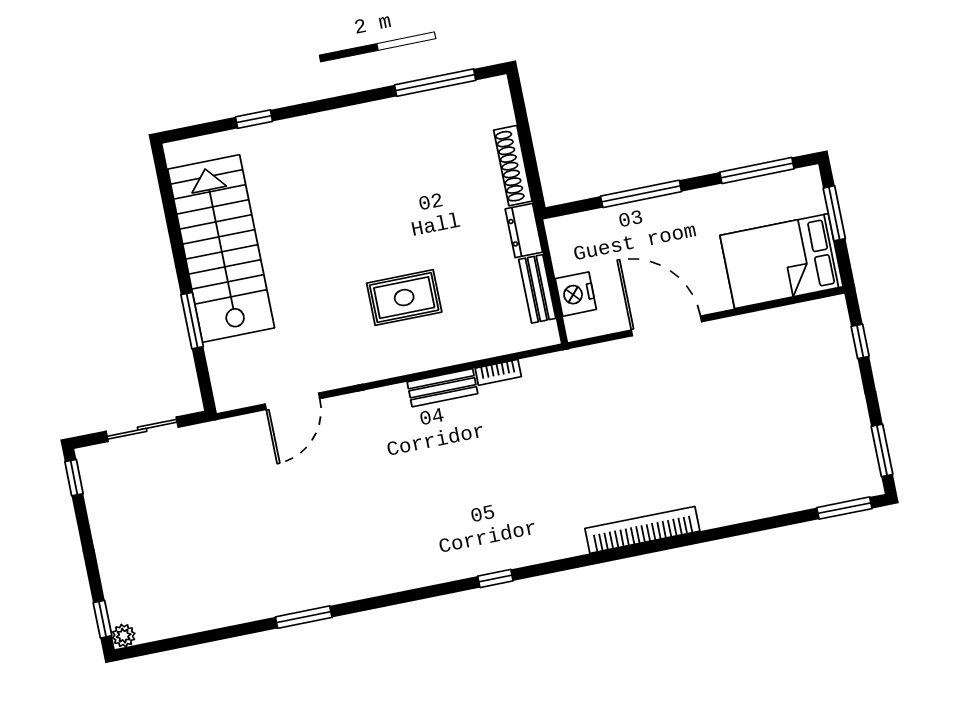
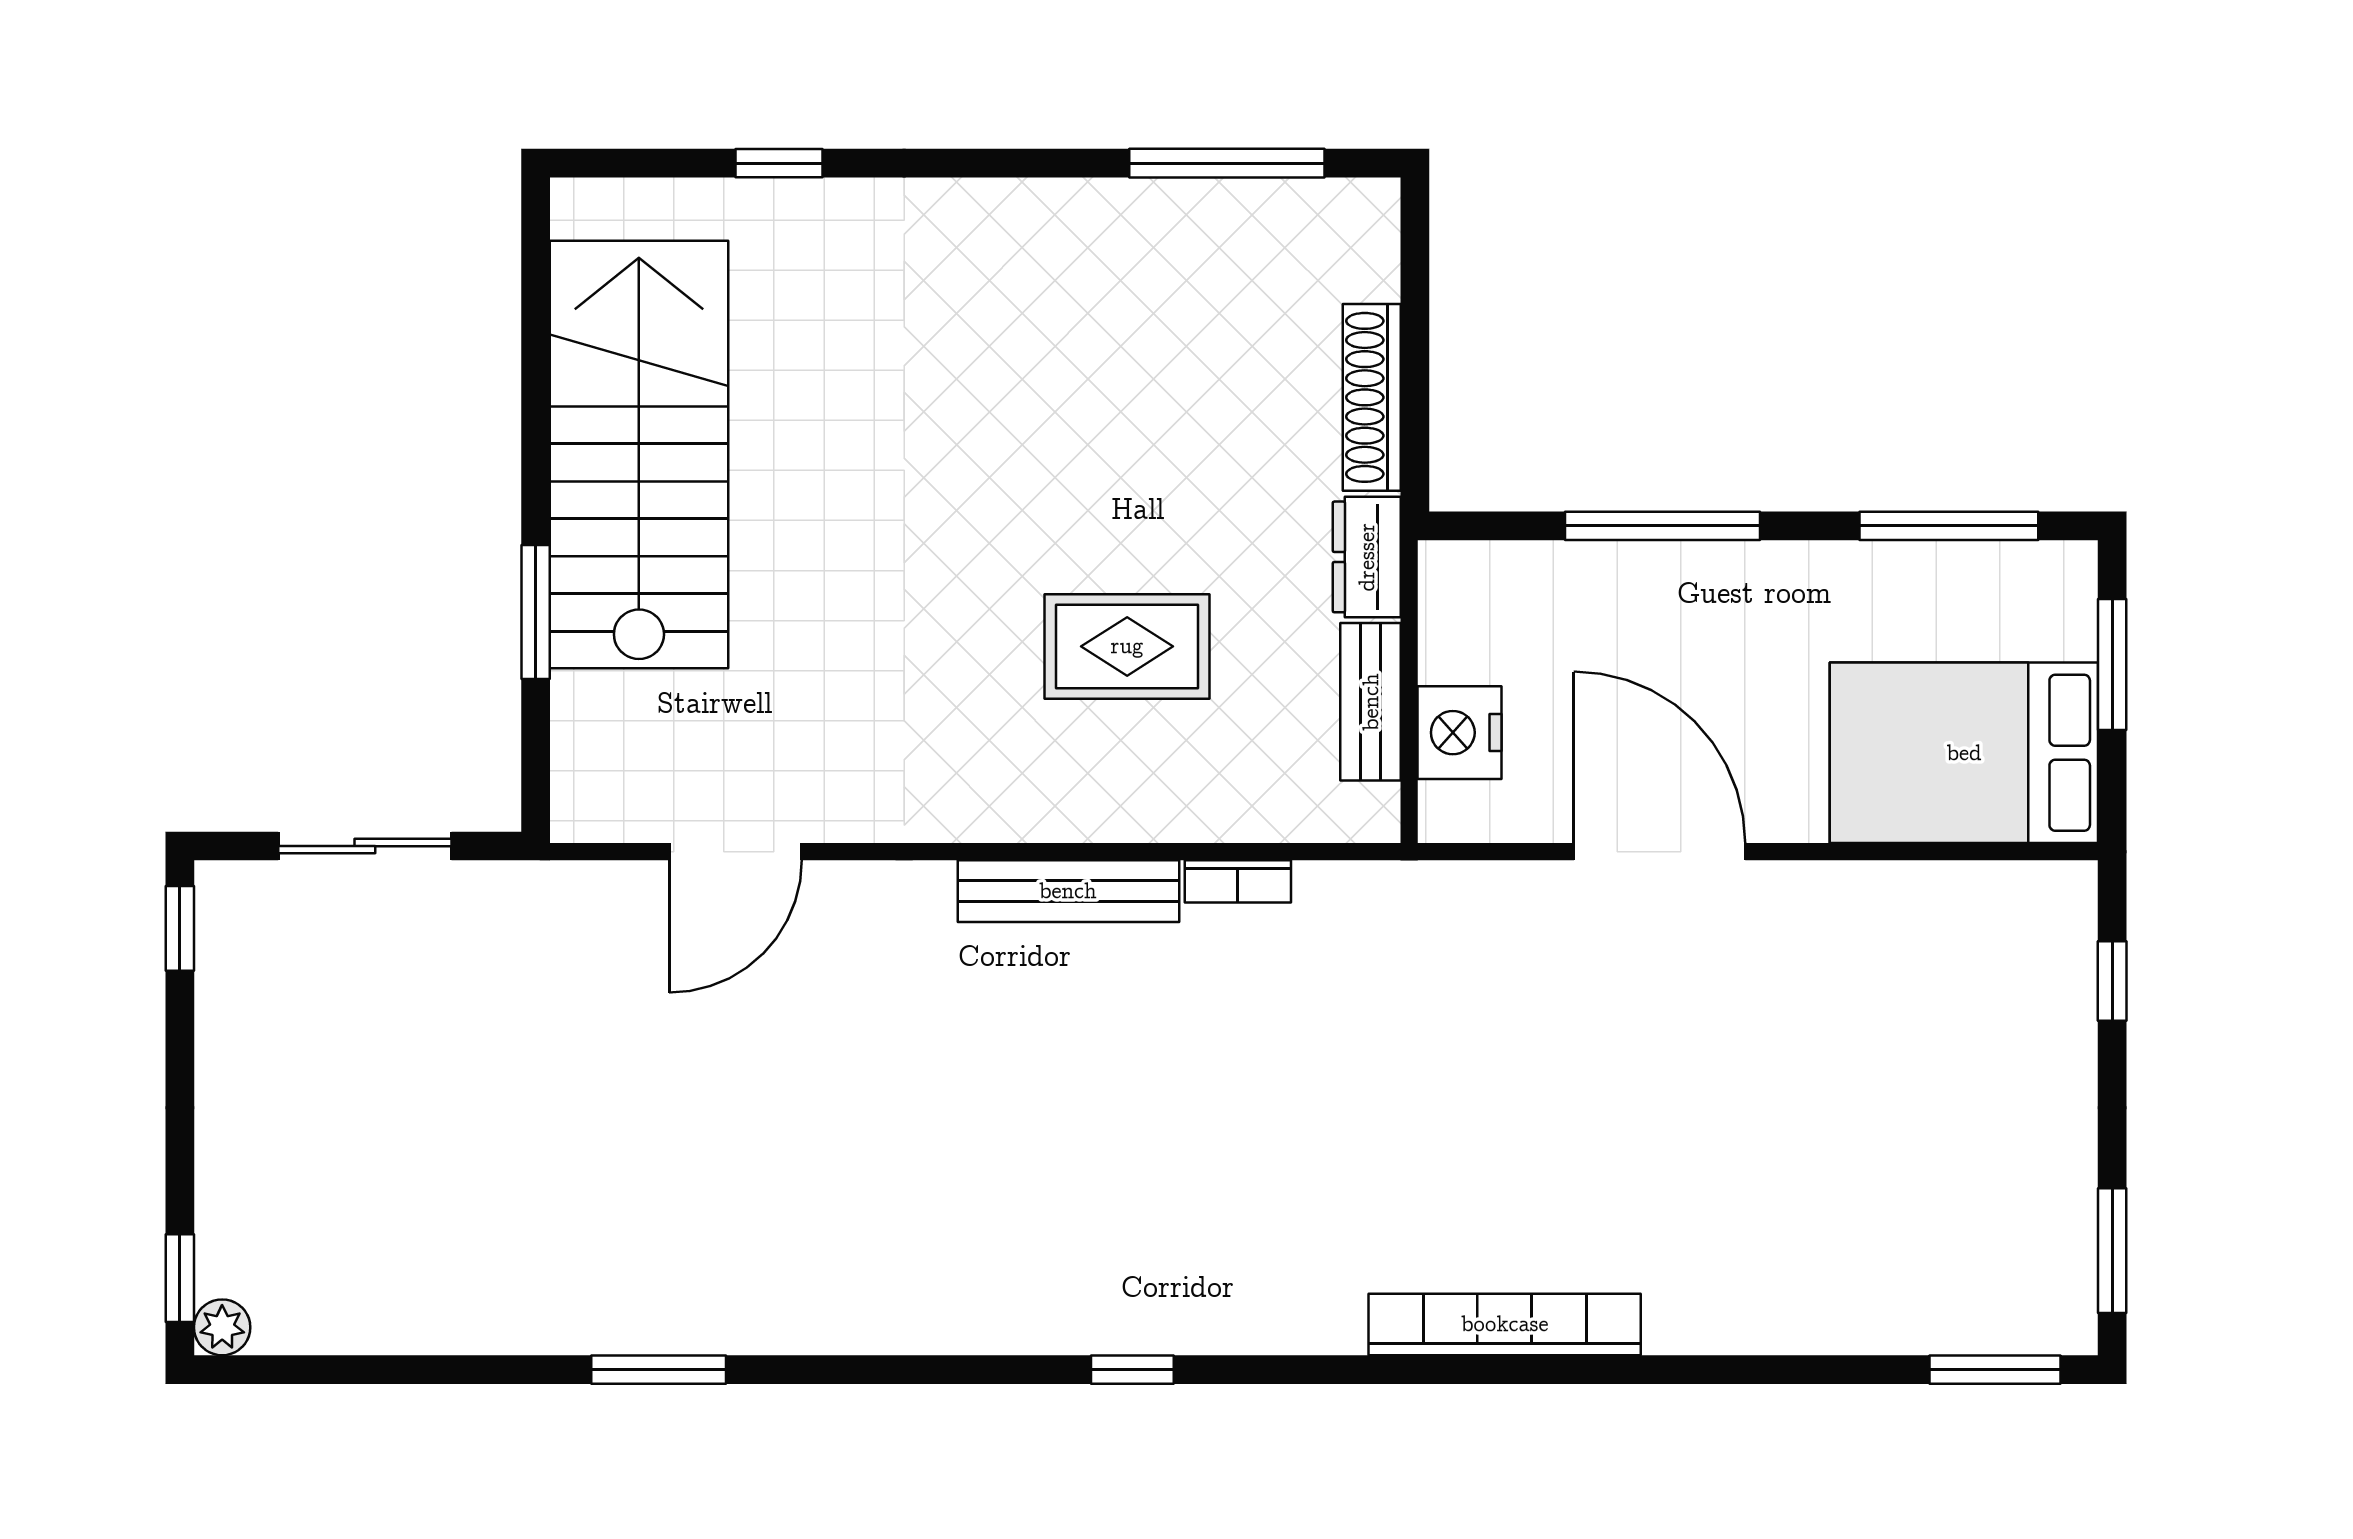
rug: (404, 298) -> (1127, 646), moved
bench: (442, 388) -> (1068, 891), width x1.36

